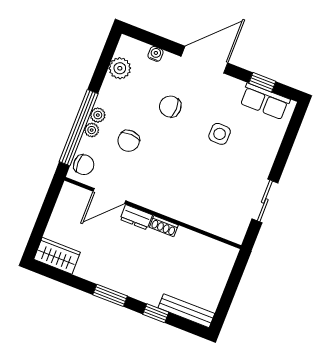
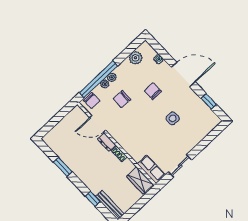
row of seats: (265, 101) -> (151, 169), moved, turned 180
wardrobe: (57, 256) -> (140, 180), moved, turned 180
window: (110, 295) -> (63, 167), moved

